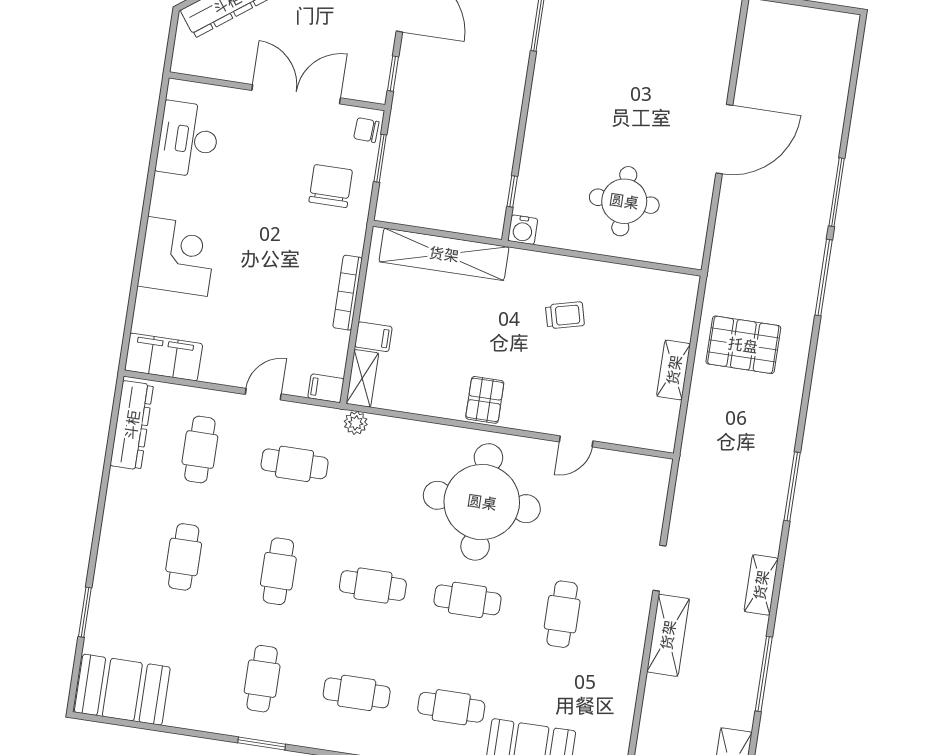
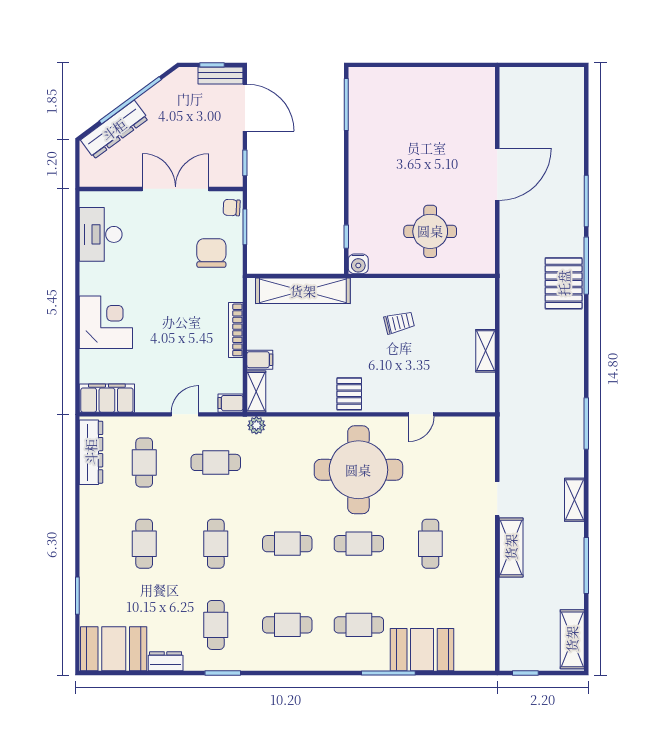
pallet: (743, 345) -> (564, 283), moved, turned 90
dresser: (188, 717) -> (166, 661), added

